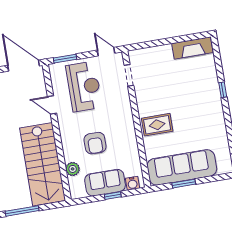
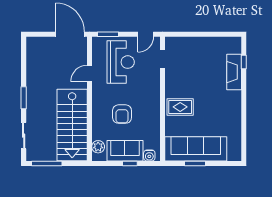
fireplace: (192, 48) -> (234, 72), moved, turned 90
door: (106, 52) -> (146, 34), swing flipped
window: (223, 90) -> (244, 62), moved
door: (52, 105) -> (89, 74), hinge flipped
plant: (73, 169) -> (98, 147), moved

